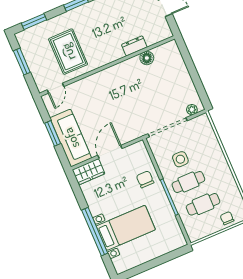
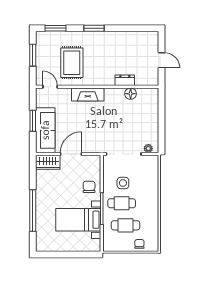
fireplace: (100, 79) -> (88, 95), added
door: (56, 88) -> (50, 87), swing flipped
bed with nightstands: (126, 228) -> (78, 220), moved, turned 180

